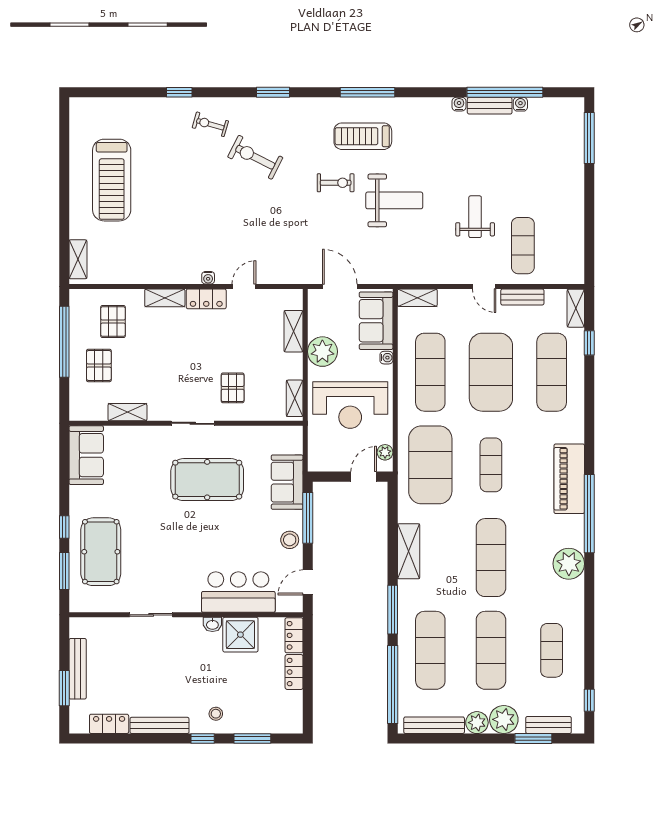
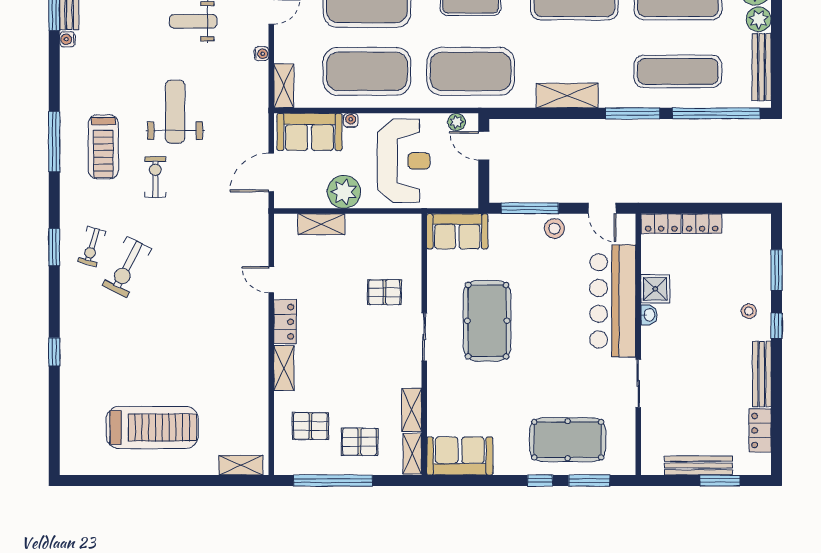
exercise bike: (210, 124) -> (92, 246), moved
water cooler: (208, 278) -> (261, 54), moved
exercise mat: (430, 372) -> (367, 71), width x1.47
shelving: (295, 398) -> (412, 454), moved, turned 90
sofa: (287, 482) -> (457, 231), moved
bar counter: (238, 592) -> (613, 301), width x1.36
shower: (240, 635) -> (655, 289), width x0.73, depth x0.73

